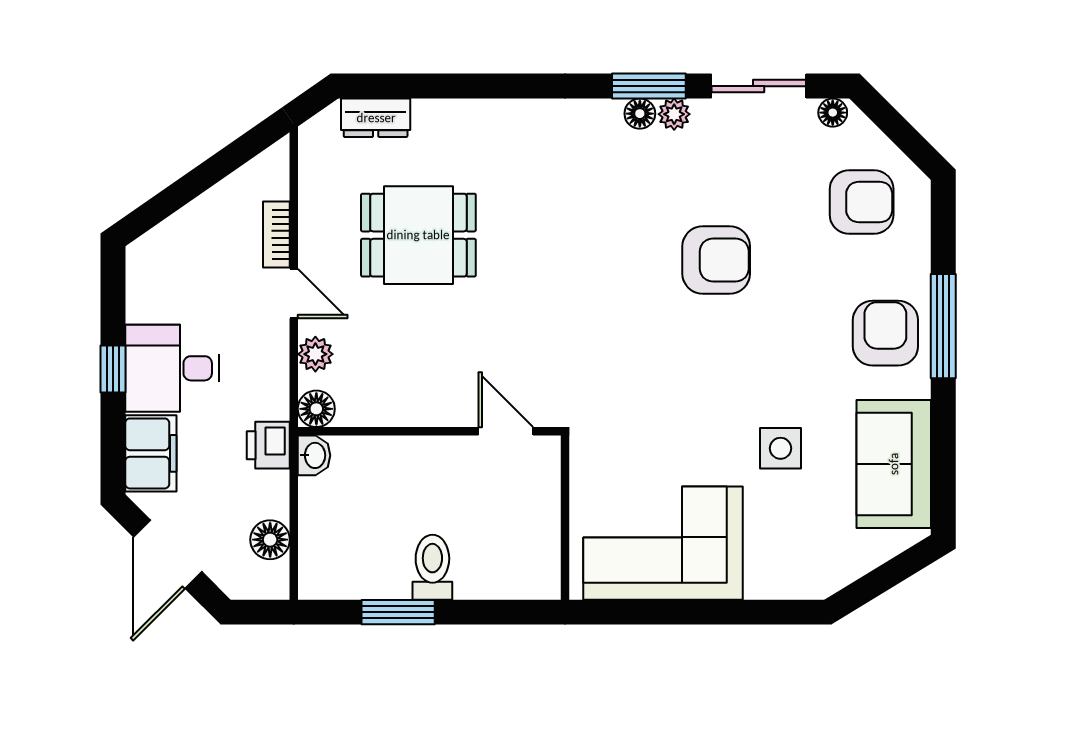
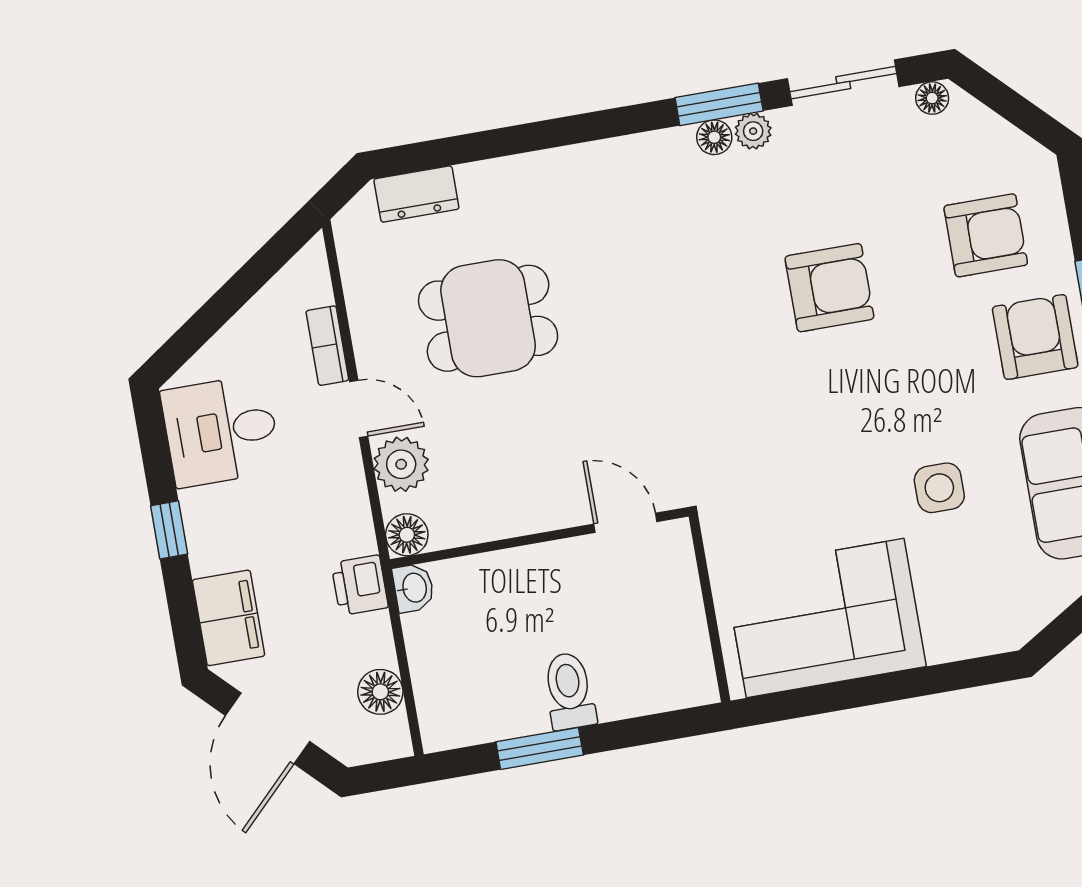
armchair: (862, 202) -> (986, 235), moved
plant: (315, 354) -> (401, 464), width x1.38, depth x1.38
desk: (172, 368) -> (221, 431), moved

